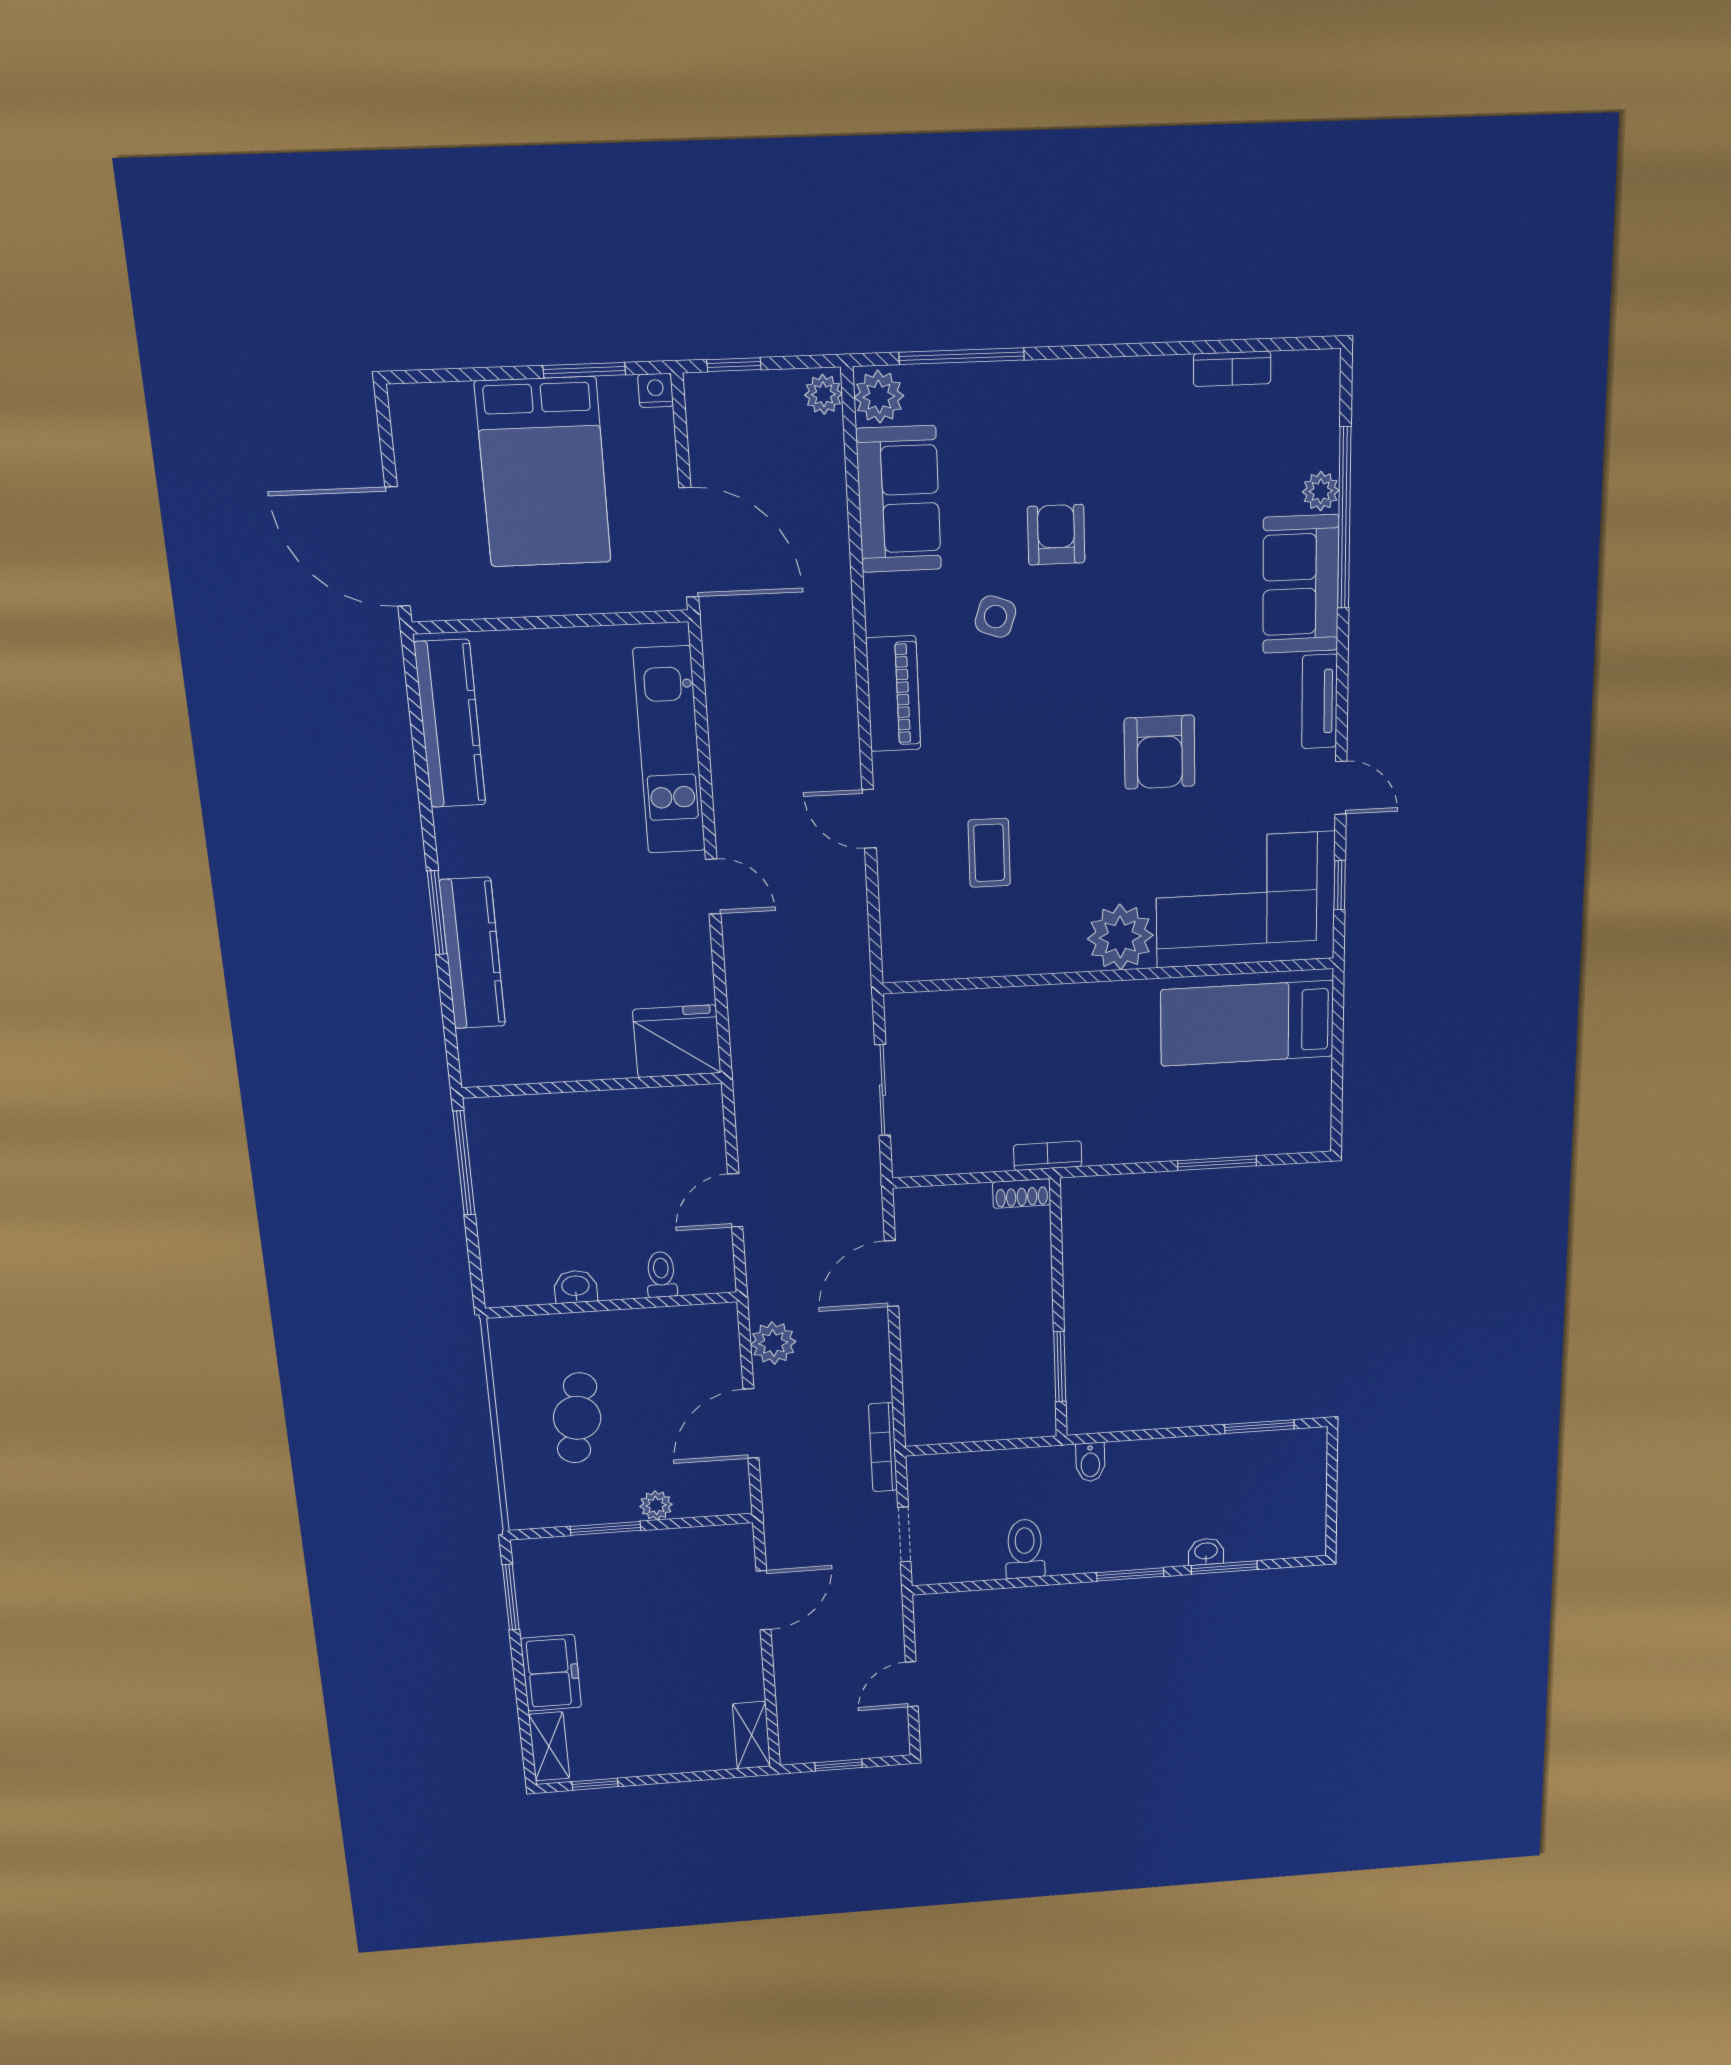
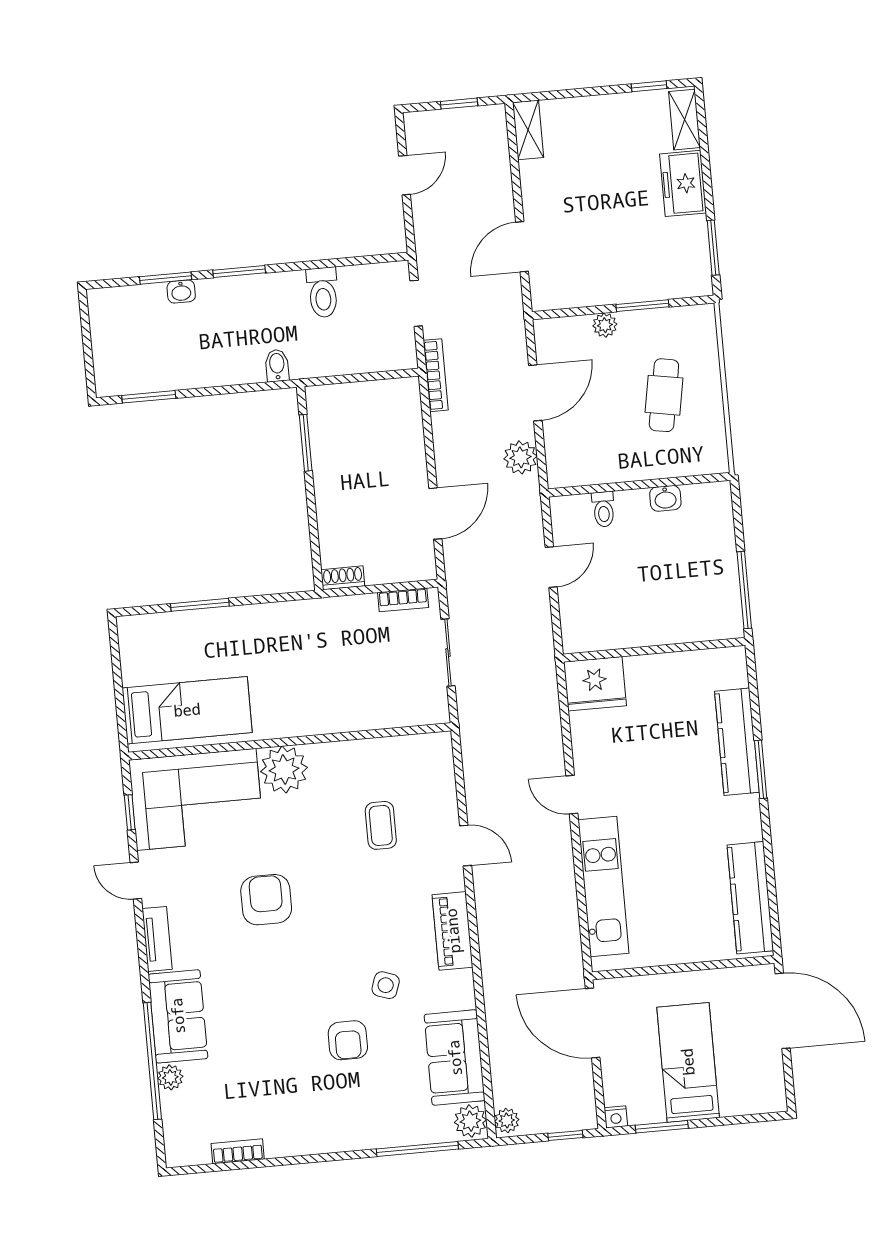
bed: (543, 472) -> (688, 1062), width x0.67
bookcase: (1048, 1156) -> (403, 600), moved

